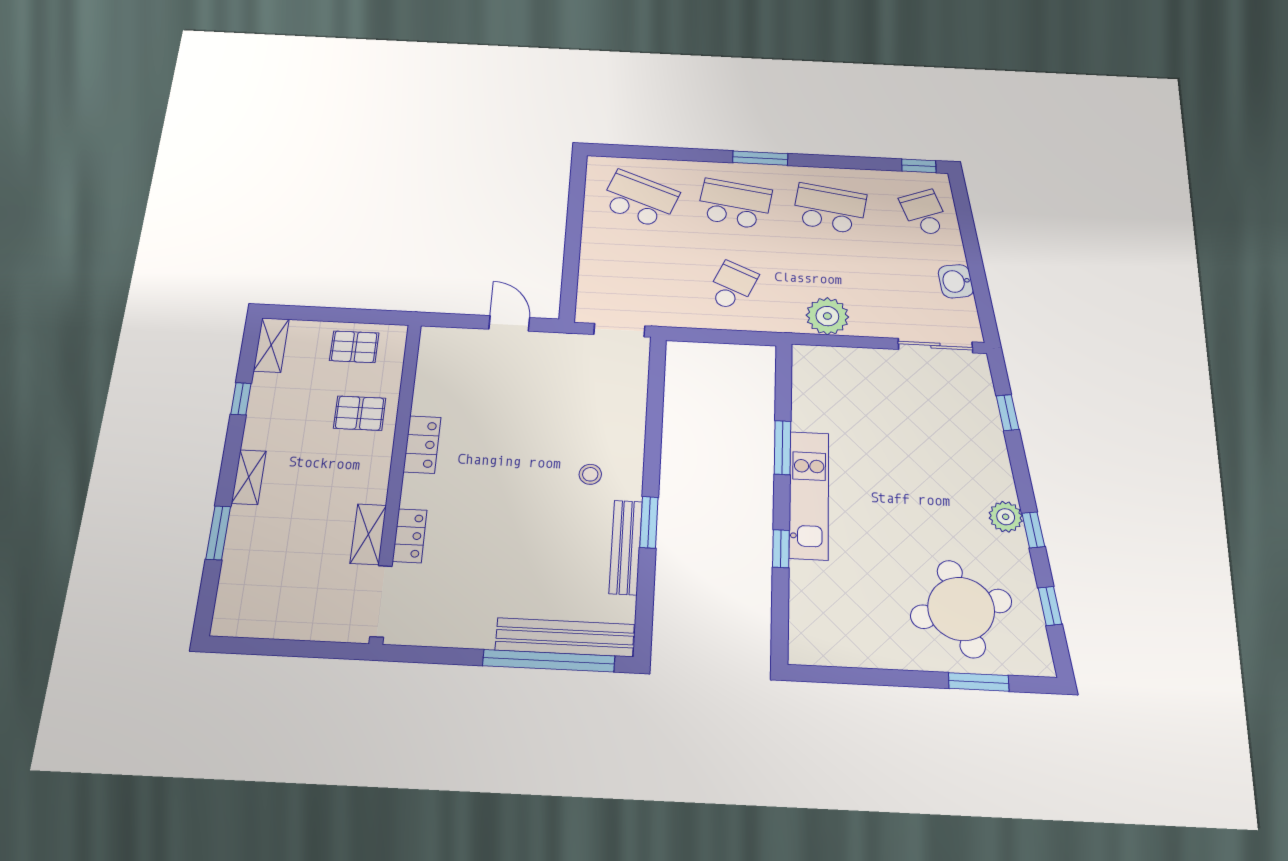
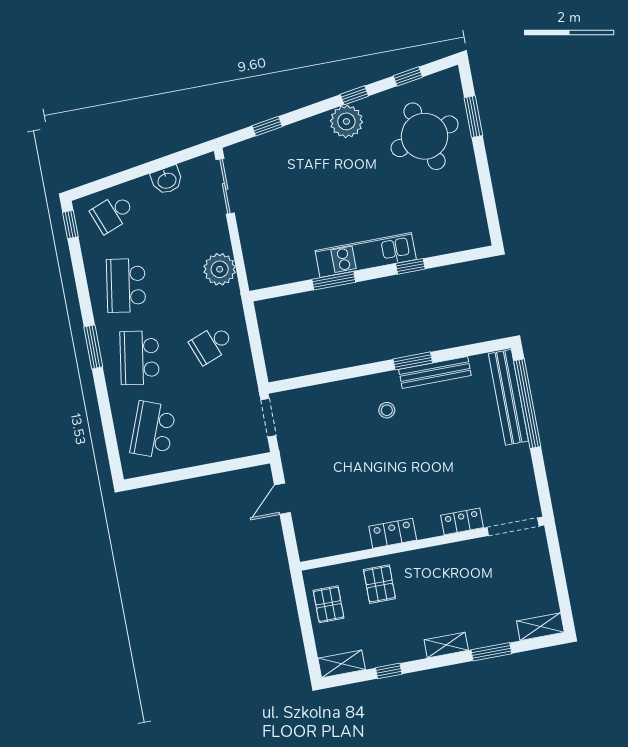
school desk: (732, 286) -> (212, 344), turned -45
plant: (1006, 517) -> (346, 121), width x1.36, depth x1.36
shelving: (368, 534) -> (540, 627), moved

